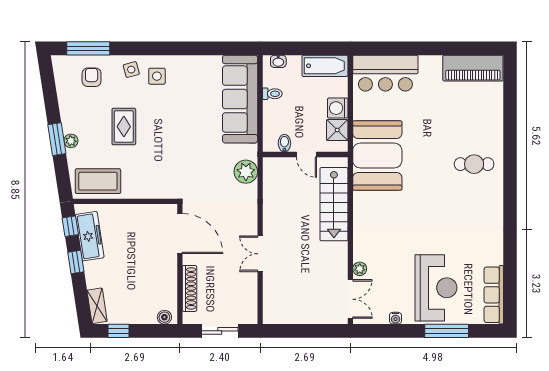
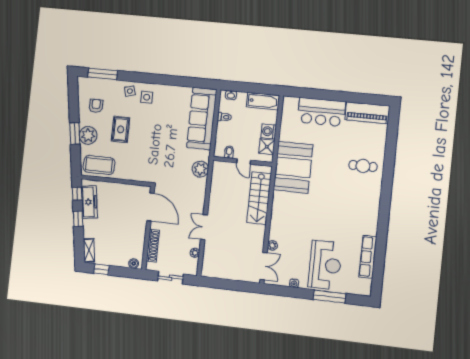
bar counter: (385, 73) -> (321, 112), moved
armchair: (92, 77) -> (96, 106), moved
plant: (71, 141) -> (88, 135), width x1.87, depth x1.87
cafe table: (474, 164) -> (363, 166), moved
plant: (251, 292) -> (195, 253), added
row of seats: (494, 295) -> (368, 257), moved

